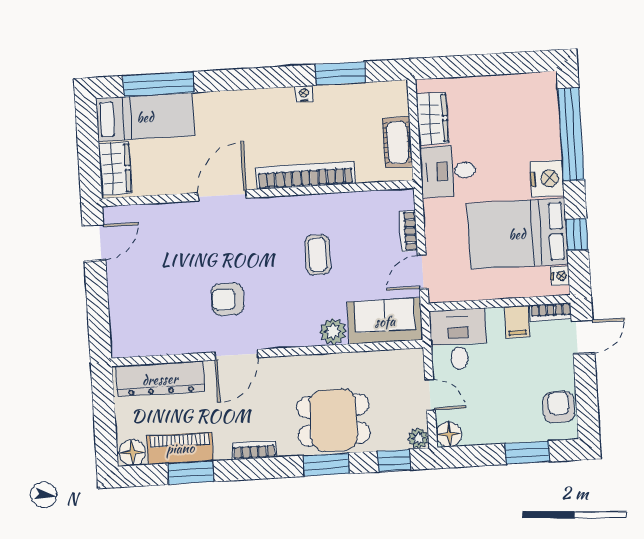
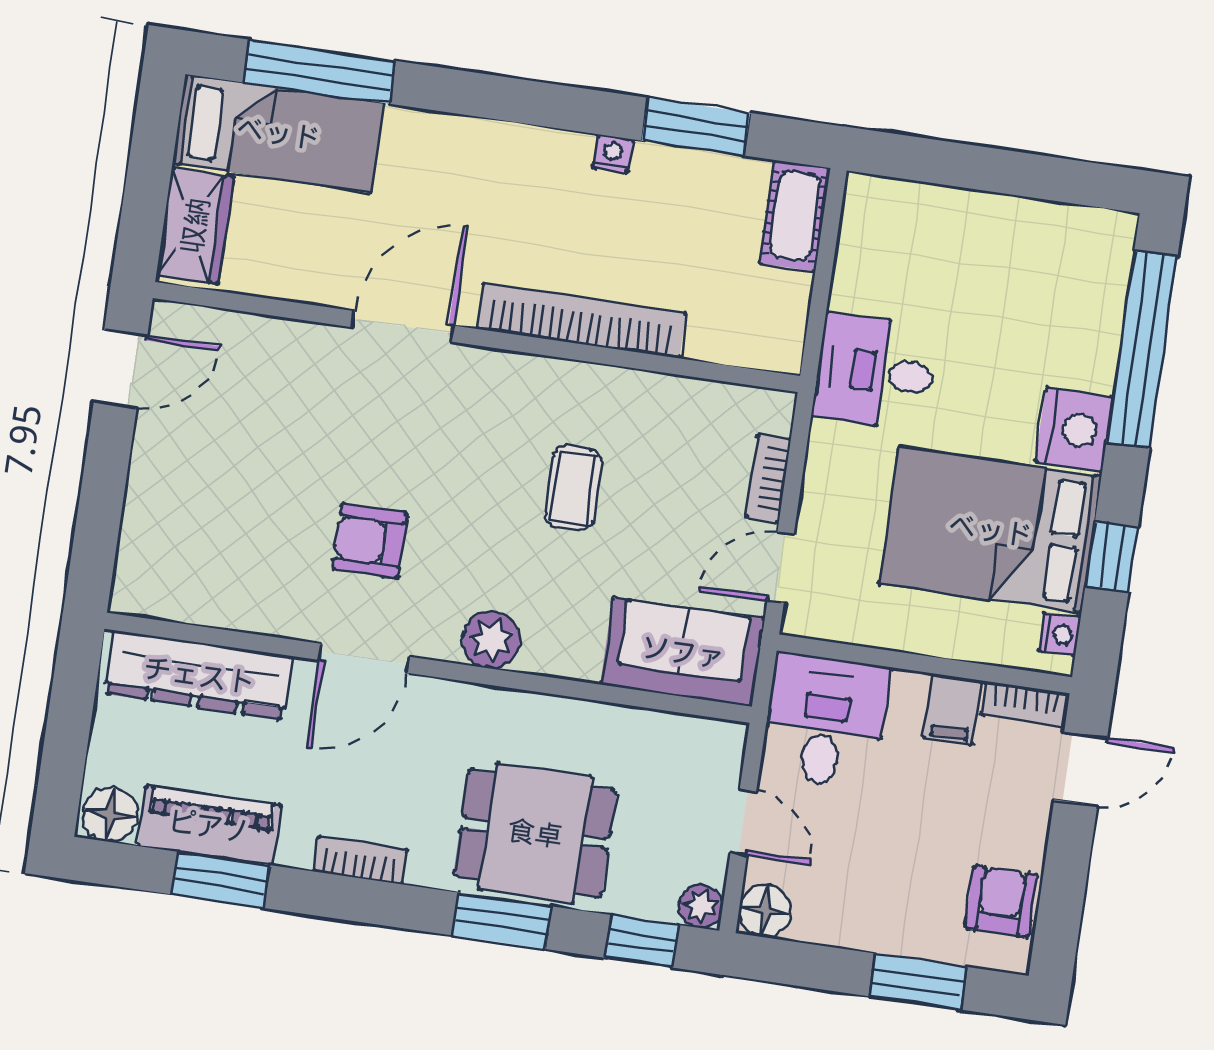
wardrobe: (432, 119) -> (865, 258), removed
cot: (398, 142) -> (795, 216), moved
plant: (333, 332) -> (491, 640), moved

